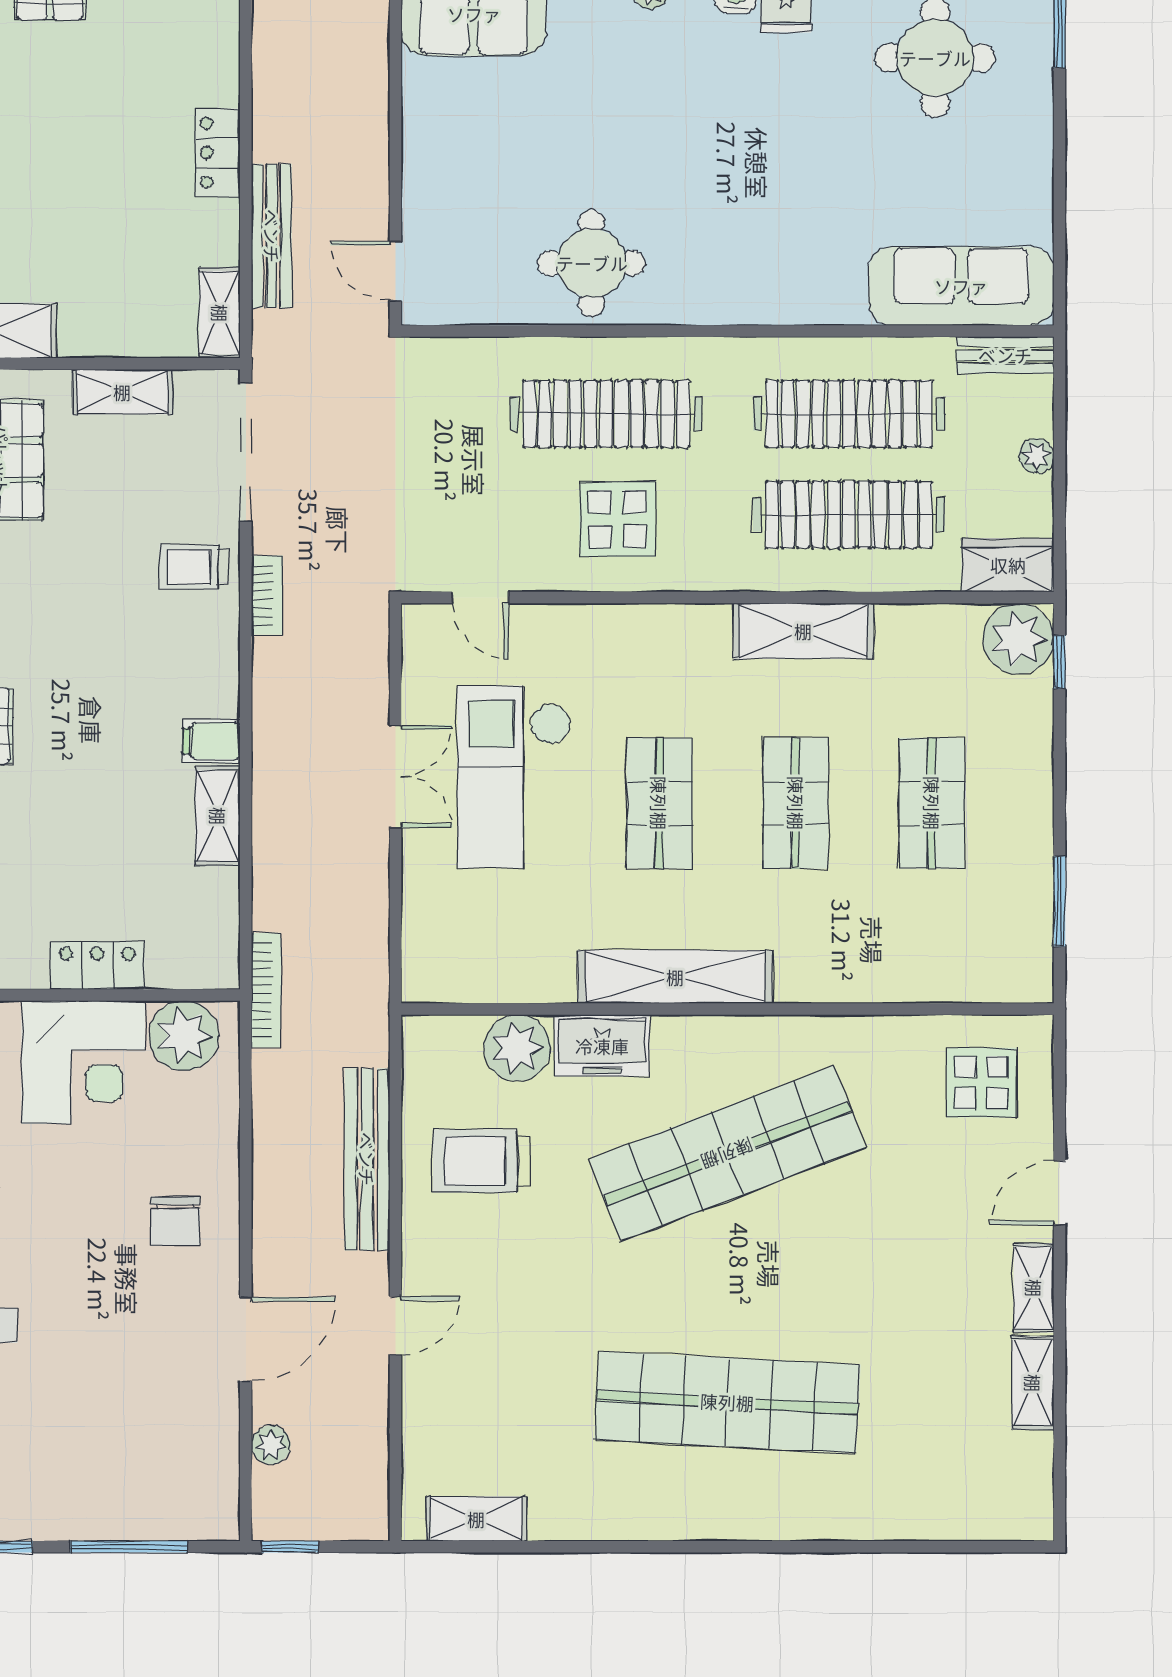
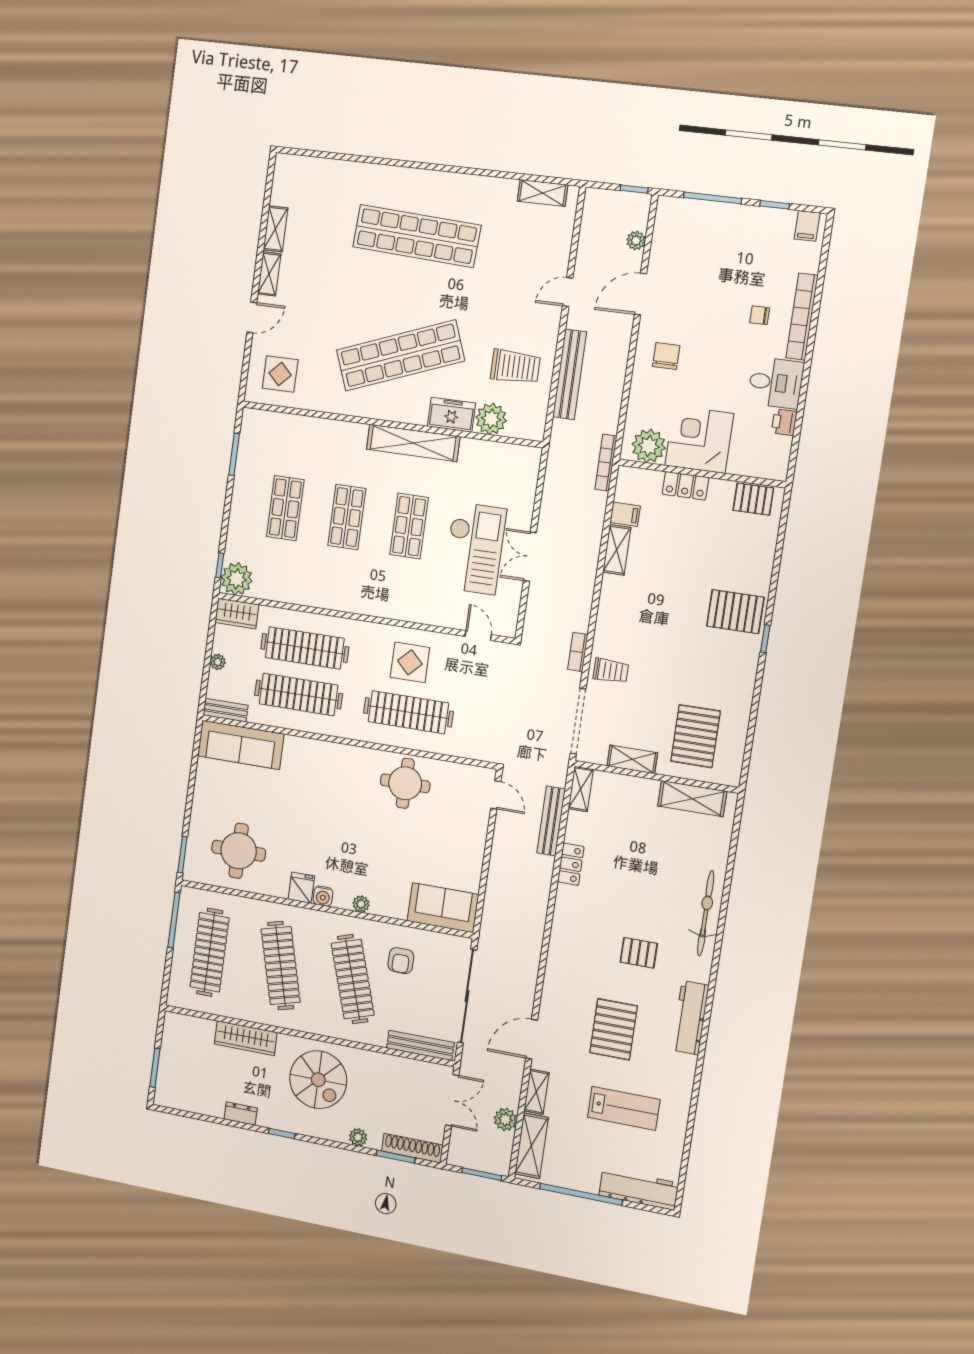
shelving: (803, 631) -> (332, 597), removed
filing cabinet: (212, 741) -> (625, 514), moved

